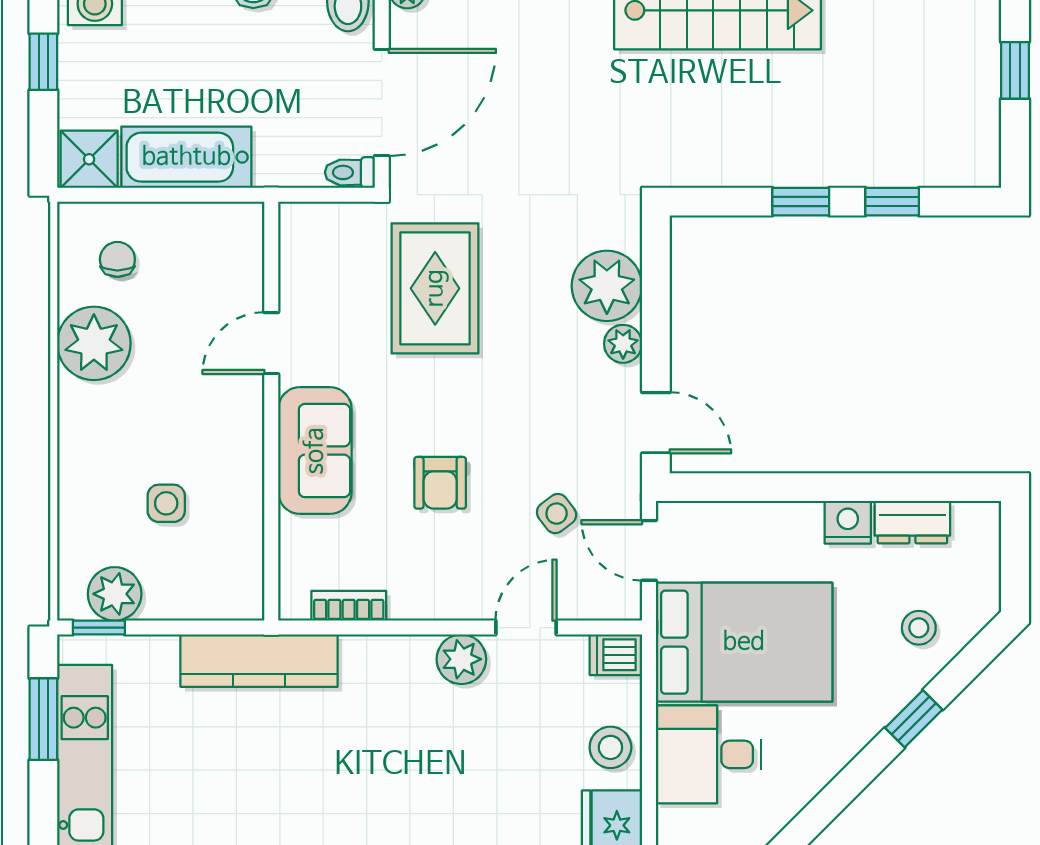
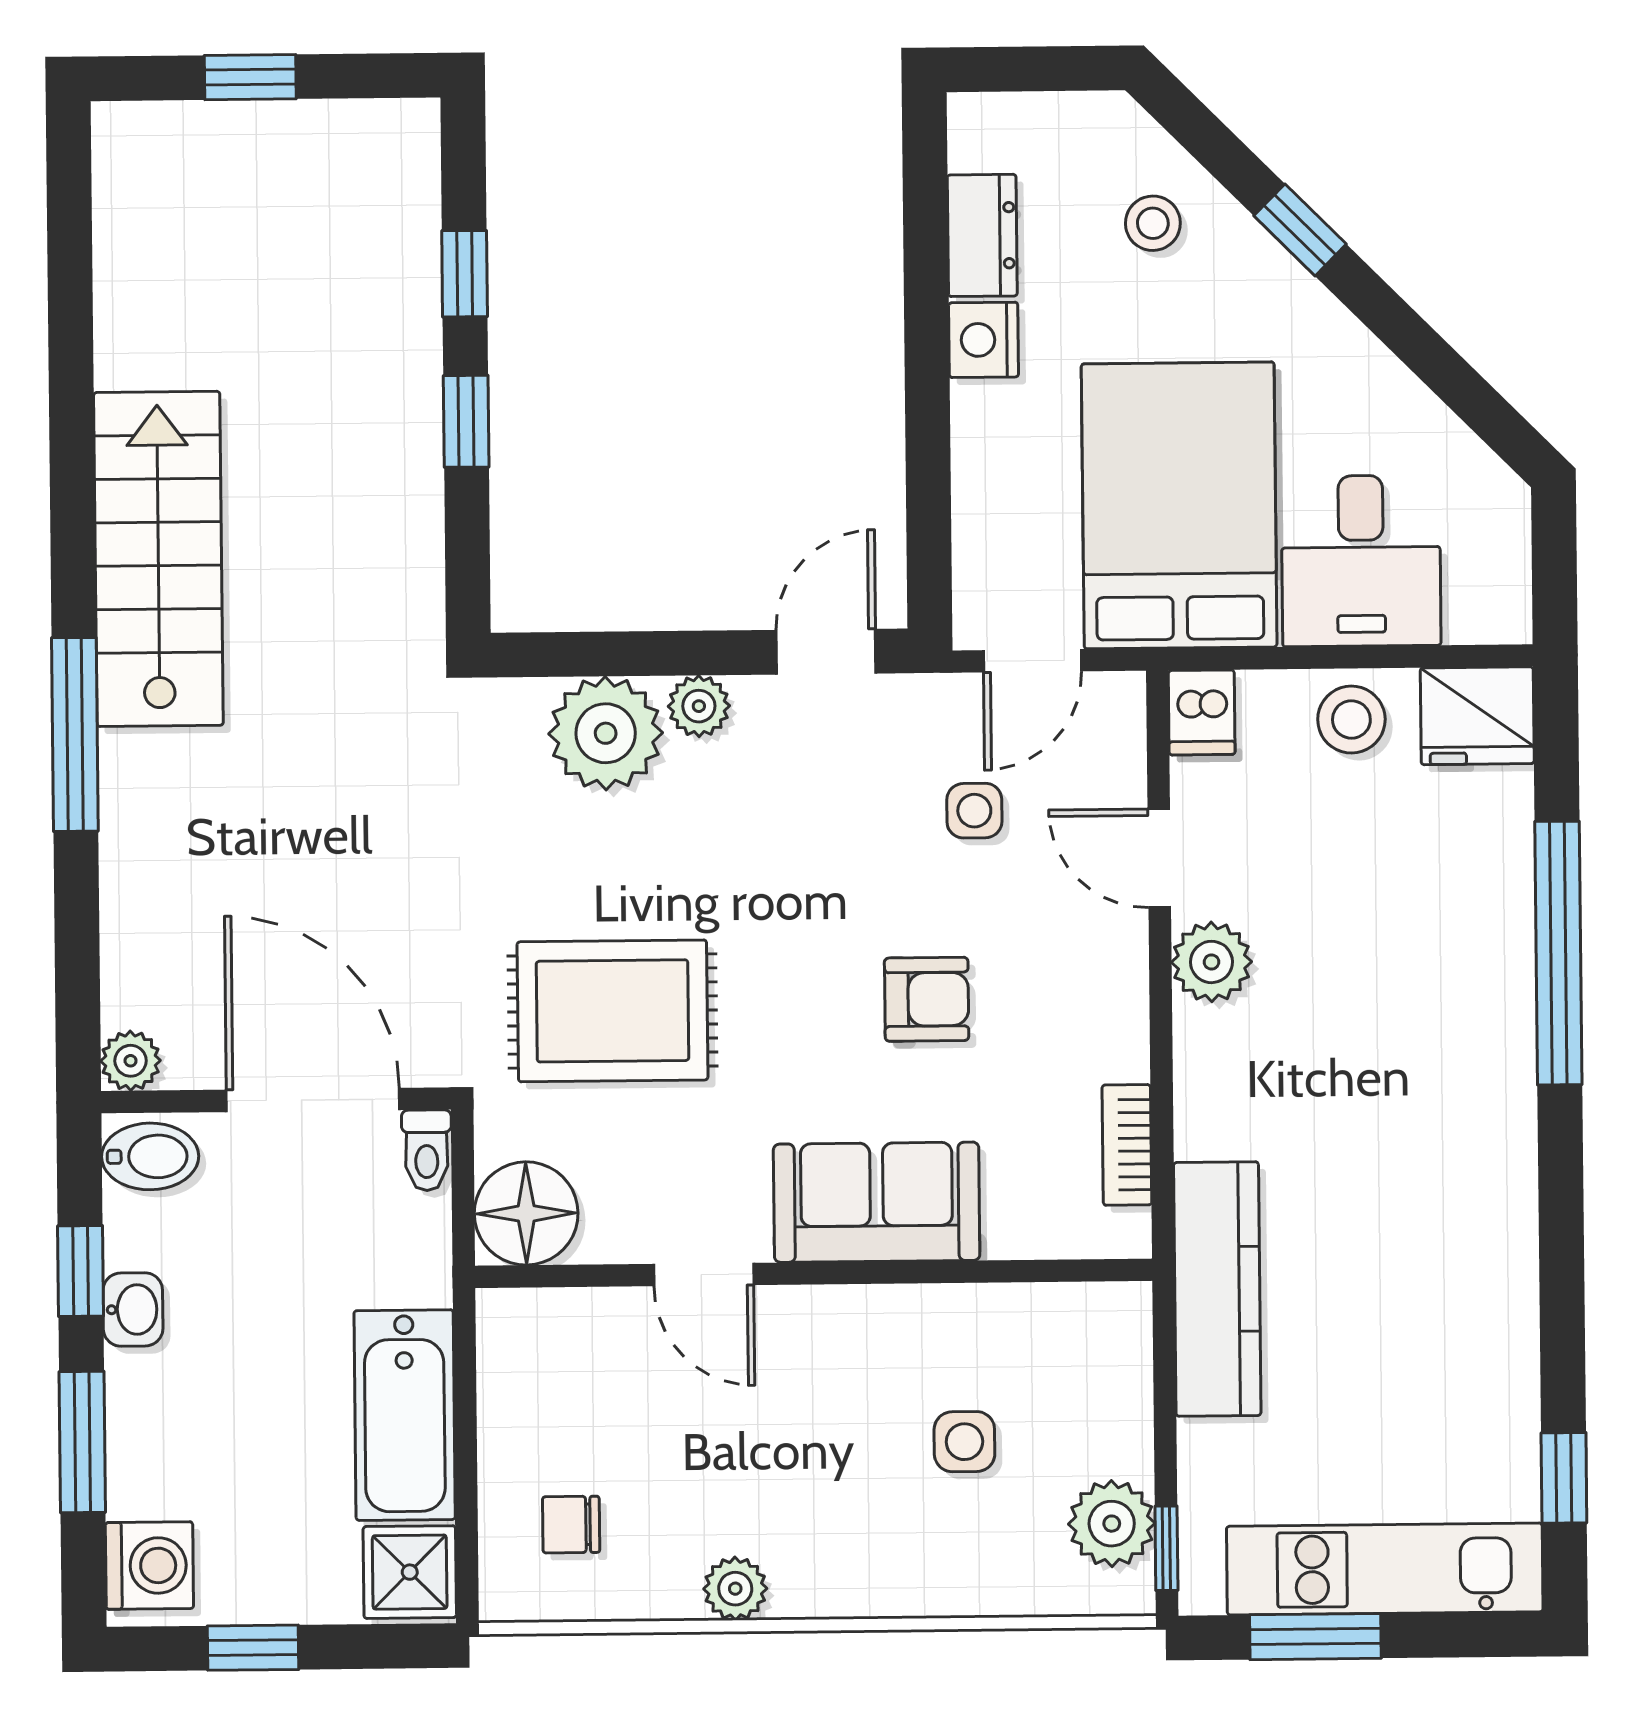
floor lamp: (310, 234) -> (526, 1213), added
plant: (94, 343) -> (735, 1589), width x0.53, depth x0.53
side table: (557, 514) -> (974, 811), turned 37

